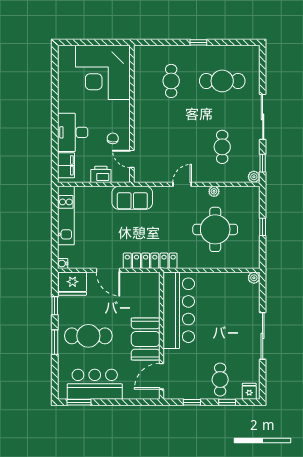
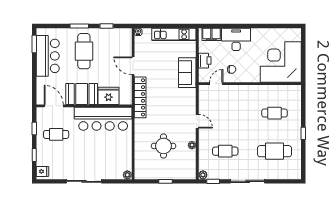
cafe table: (222, 81) -> (275, 151), turned 90
sofa: (132, 198) -> (187, 73), moved
round table: (215, 229) -> (164, 146), width x0.73, depth x0.73
door: (108, 270) -> (133, 66), hinge flipped
fridge: (72, 284) -> (109, 96), moved, turned 90
cafe table: (220, 380) -> (56, 134), moved

